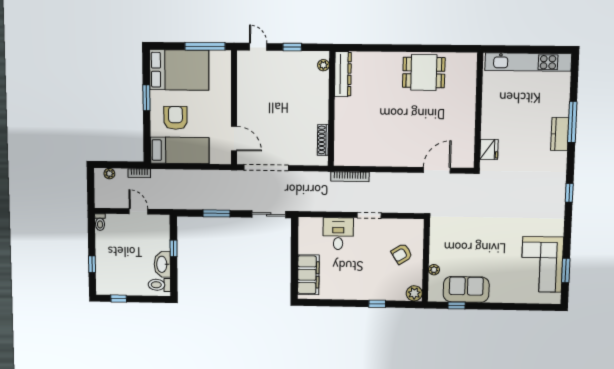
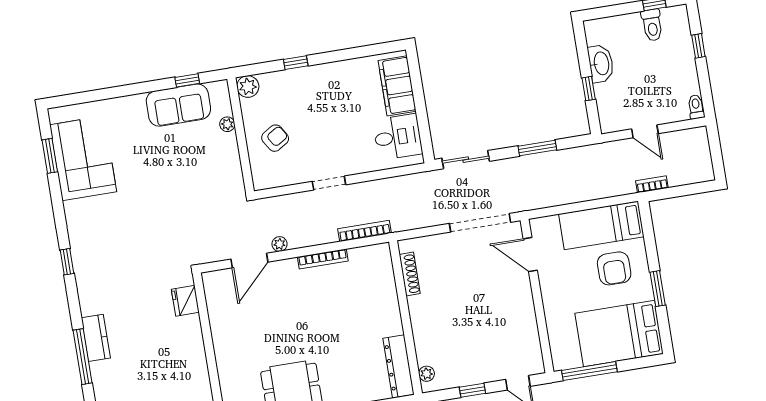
bookcase: (384, 162) -> (323, 259), added
plant: (109, 174) -> (280, 244), moved
desk: (338, 234) -> (398, 137), moved, turned -90
toilet: (159, 285) -> (652, 25), moved, turned 90

